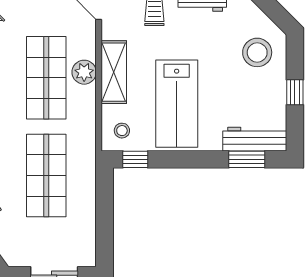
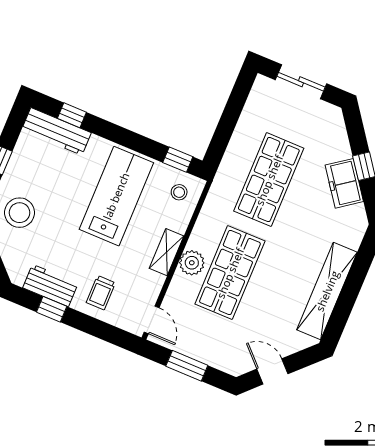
shelving: (114, 72) -> (167, 252), width x0.67, depth x0.75
window: (247, 159) -> (72, 115), width x0.67

